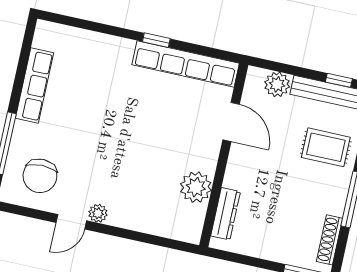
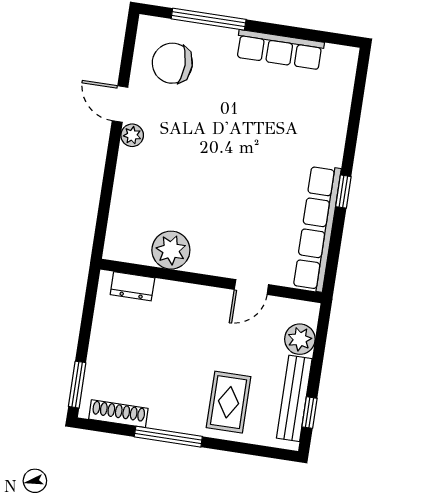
door: (231, 122) -> (251, 287), width x0.73
dresser: (226, 214) -> (132, 286), width x0.70

